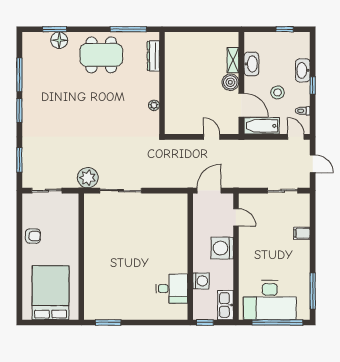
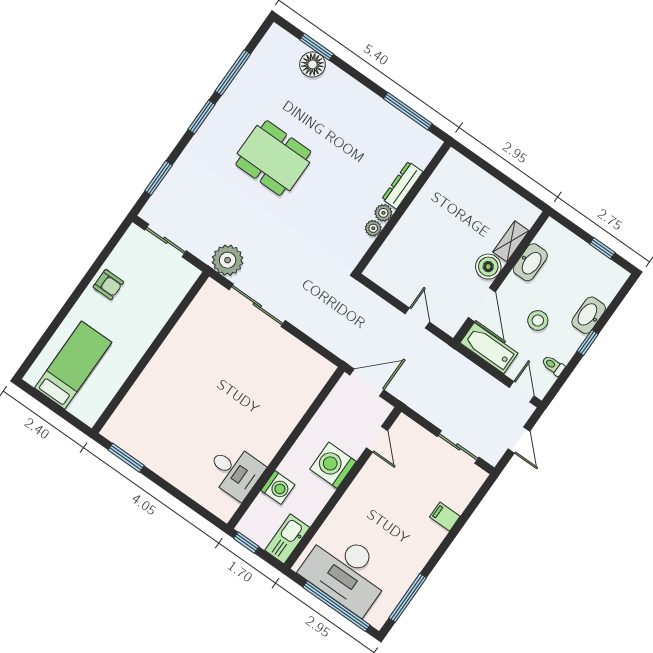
dining table: (101, 55) -> (273, 158), moved
dresser: (153, 56) -> (402, 185), moved
plant: (154, 93) -> (383, 213), added
bed: (51, 293) -> (73, 365), width x0.67

